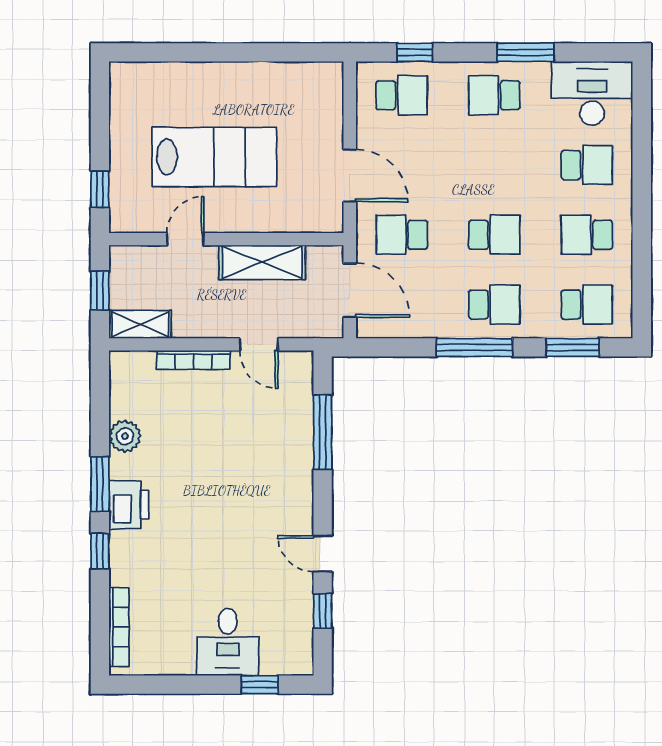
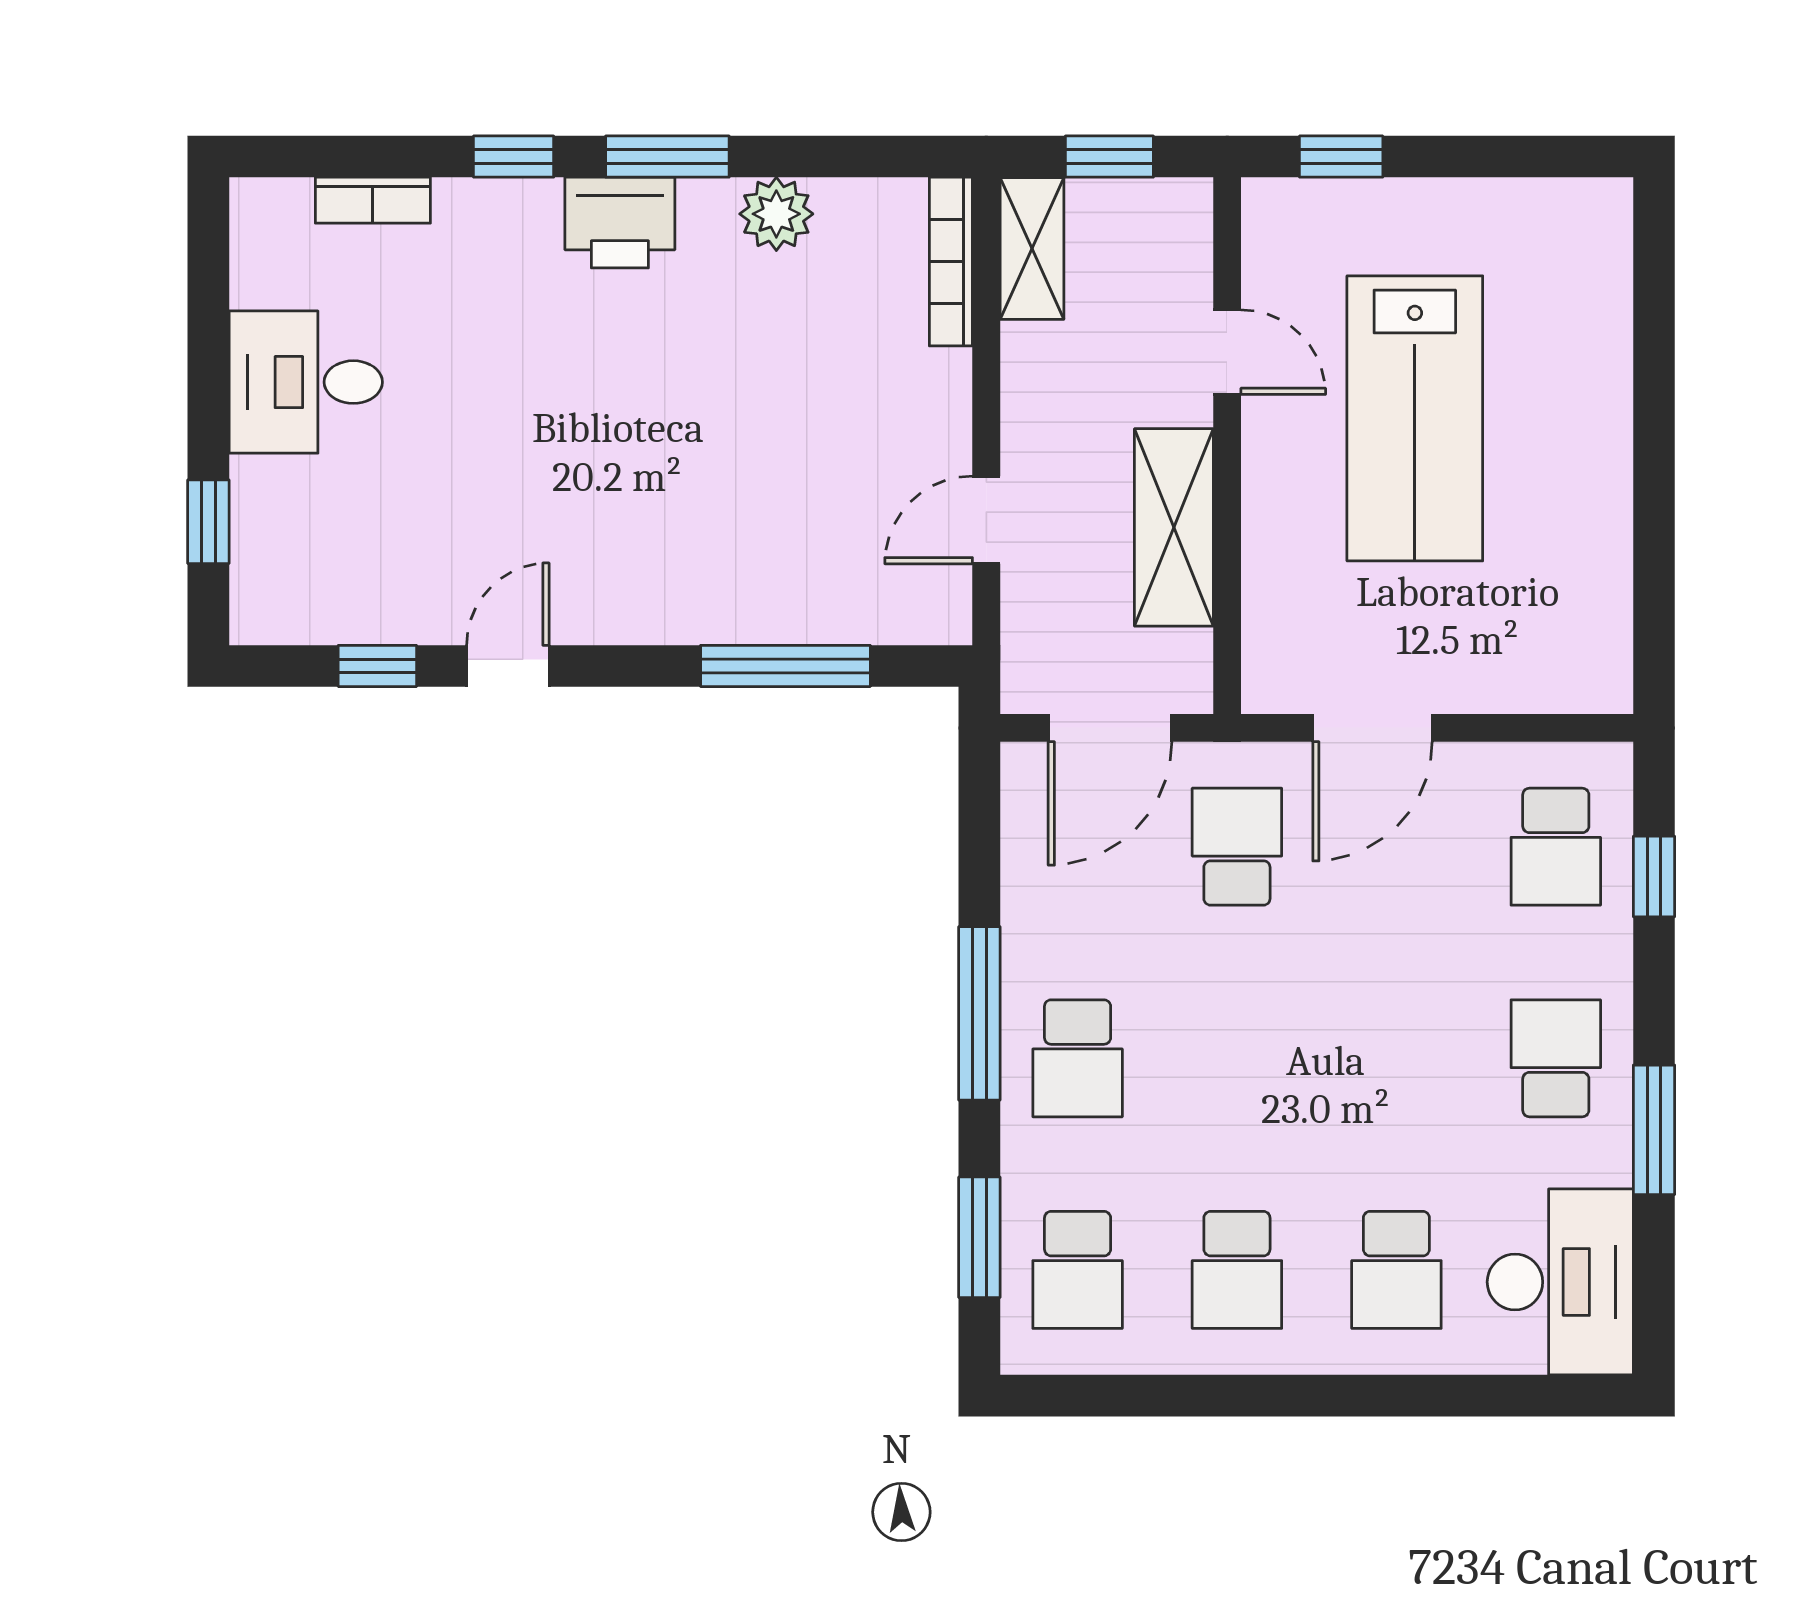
school desk: (494, 235) -> (1237, 1058), removed
school desk: (587, 235) -> (1237, 1270), turned 180
bookcase: (193, 360) -> (951, 262), moved
bookcase: (119, 627) -> (373, 200), width x0.64
desk: (228, 642) -> (306, 382), moved

